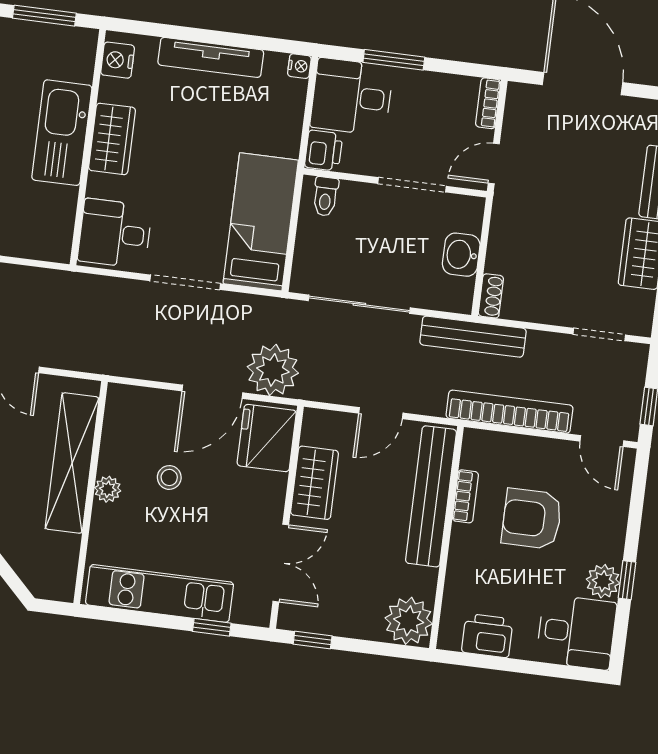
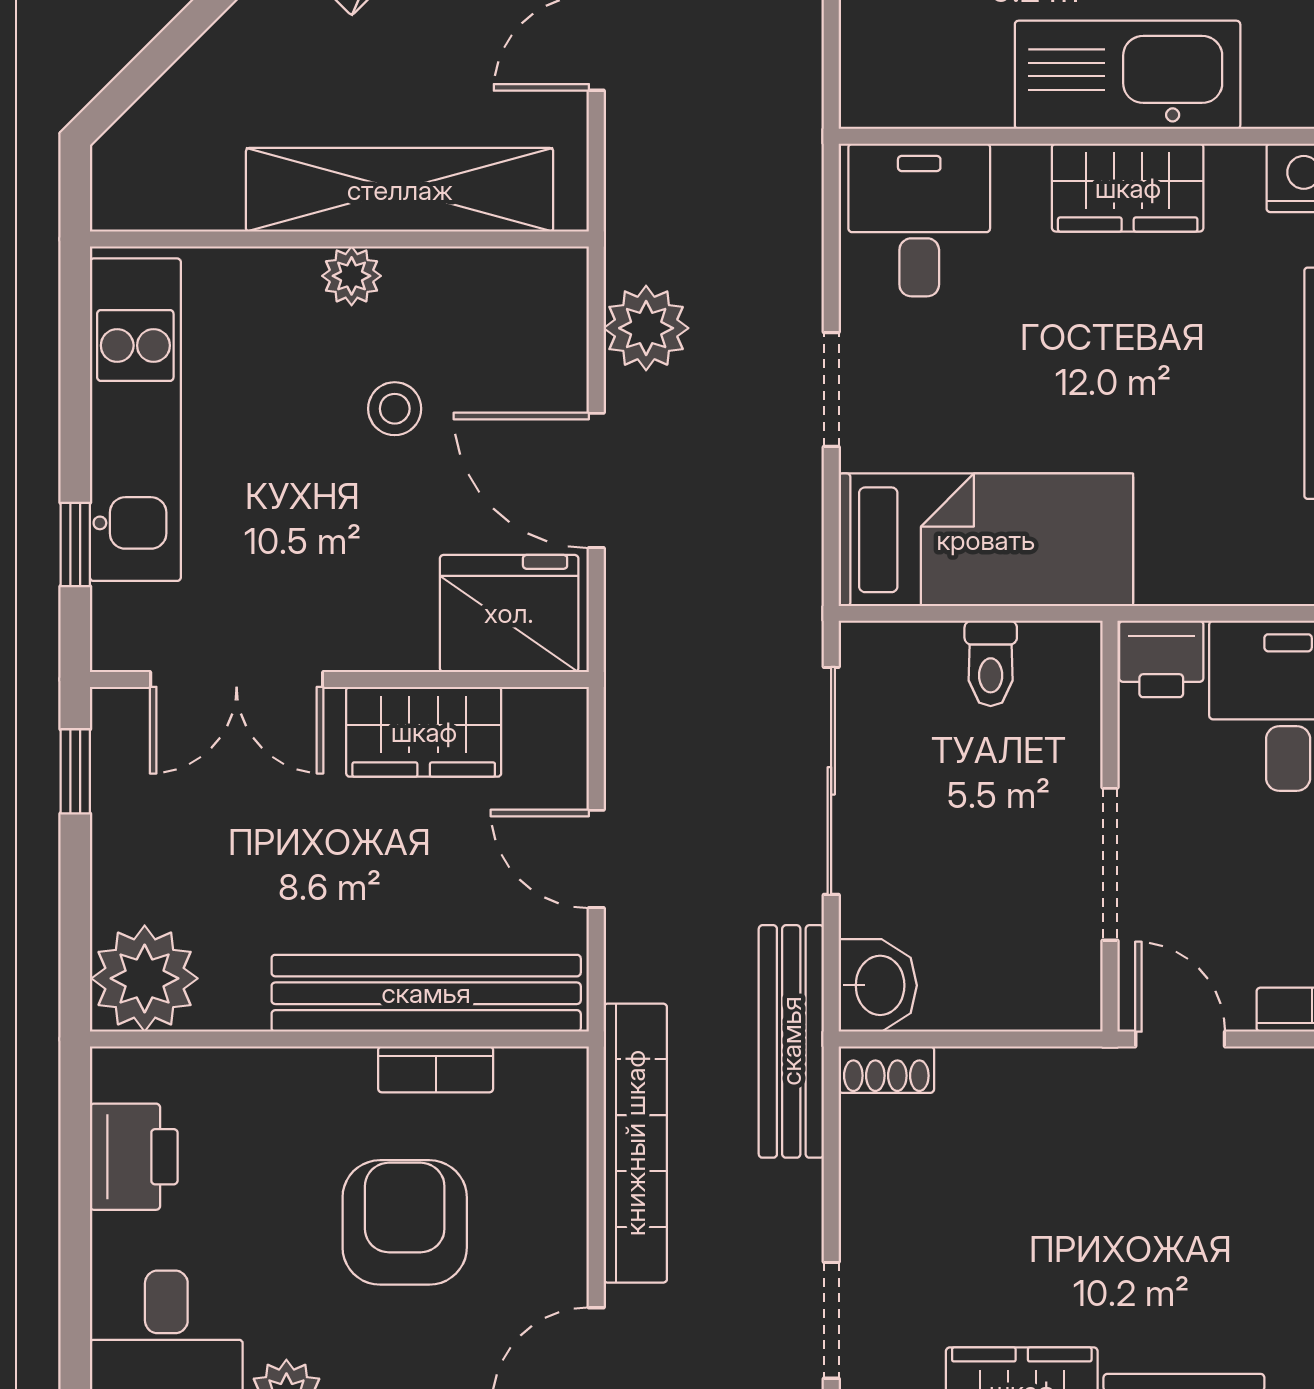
toilet: (325, 196) -> (991, 663), moved, turned -90
washbasin: (461, 255) -> (878, 985), moved, turned 90
doorway: (185, 282) -> (831, 390), width x0.73
plant: (273, 370) -> (646, 328), moved, width x0.73, depth x0.73

